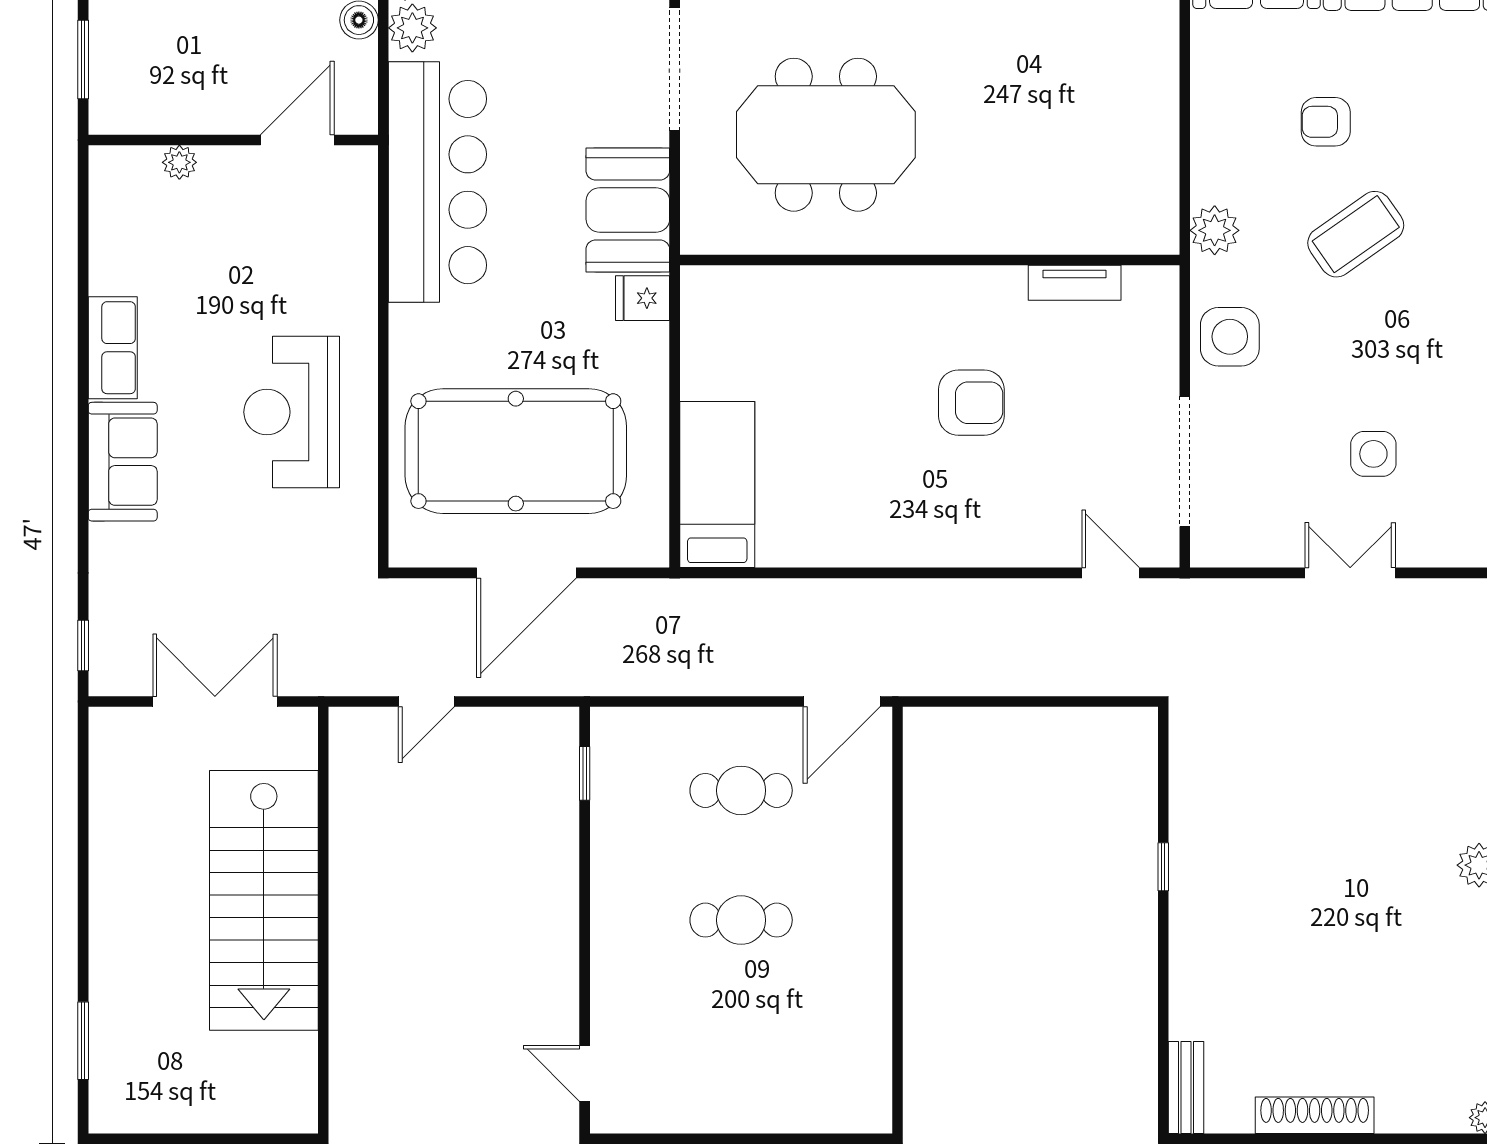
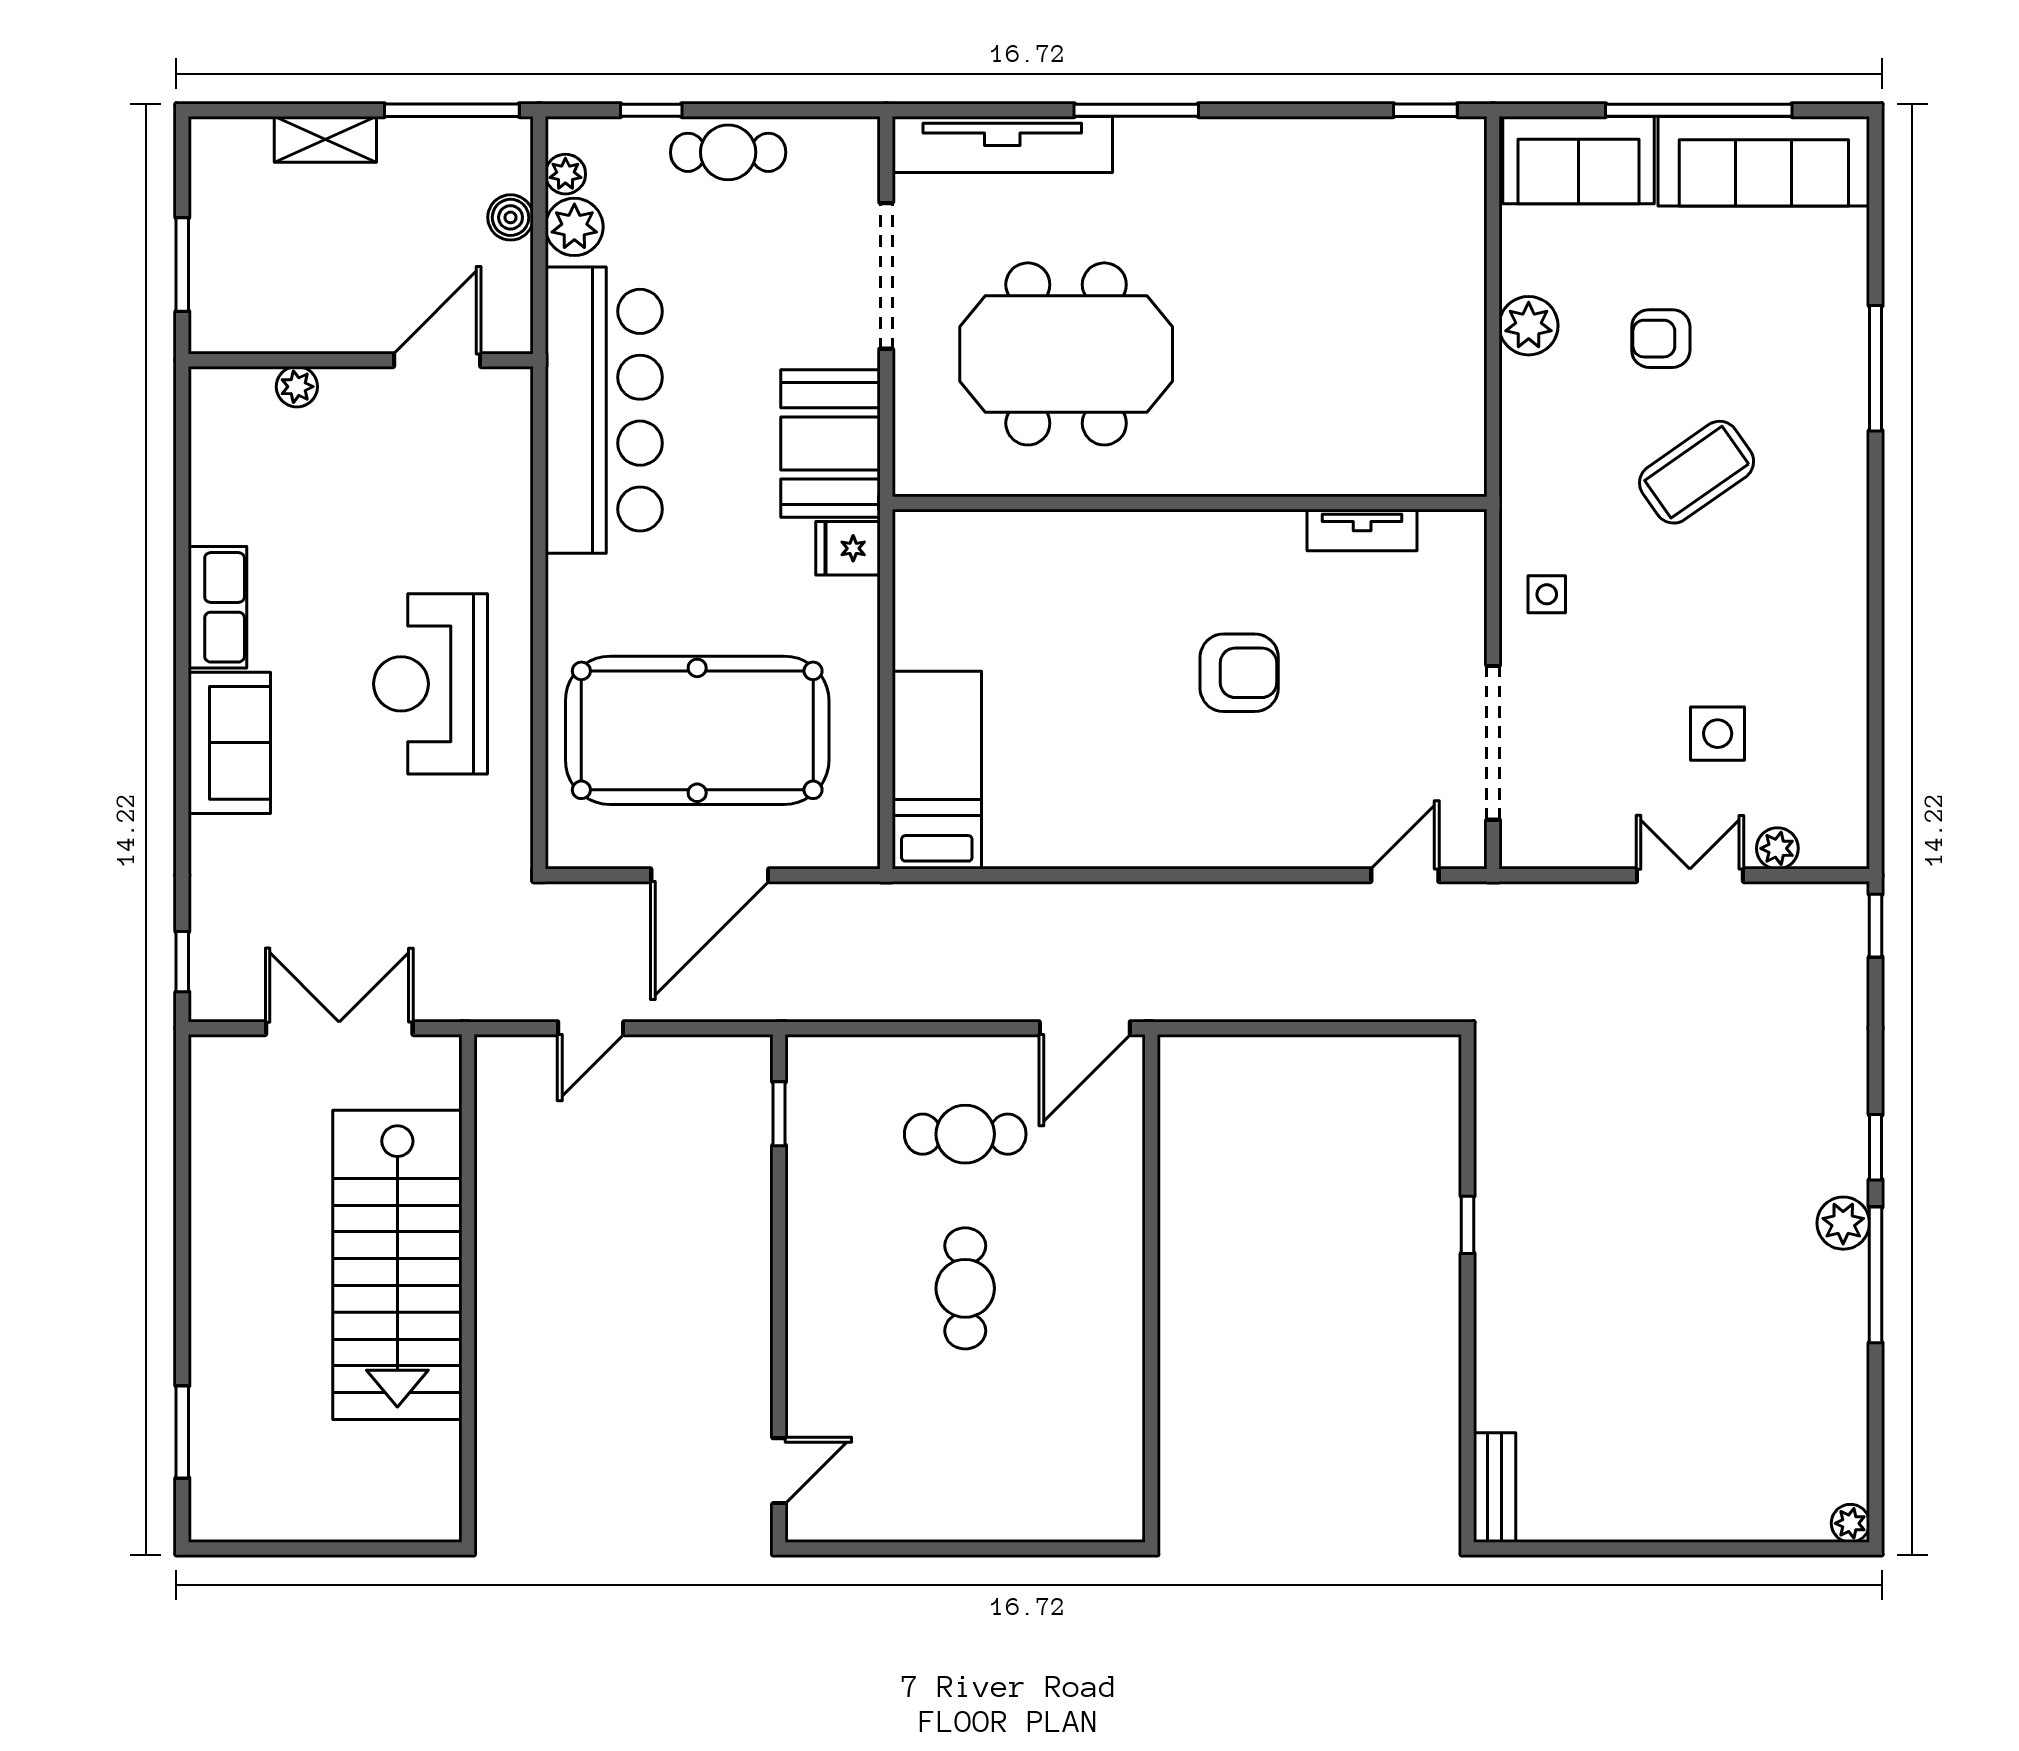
plant: (1215, 230) -> (1529, 326), moved
side table: (1230, 337) -> (1547, 594), width x0.54, depth x0.54
plant: (1424, 550) -> (1777, 848), added
door: (1111, 573) -> (1405, 875), hinge flipped
cafe table: (741, 920) -> (965, 1288), turned 90
door: (585, 1073) -> (779, 1471), swing flipped
shoe rack: (1315, 1115) -> (1648, 1520), removed

